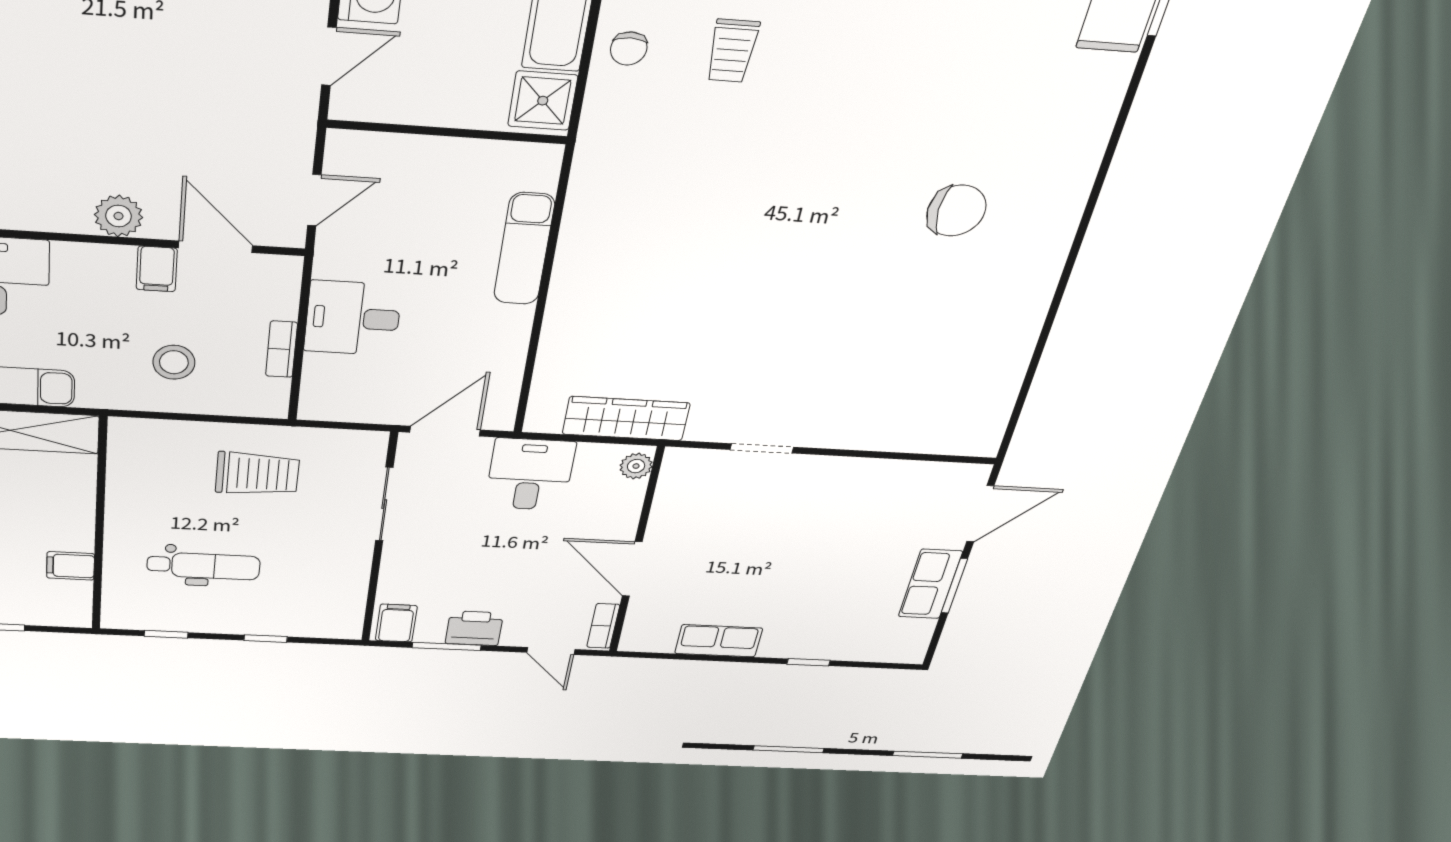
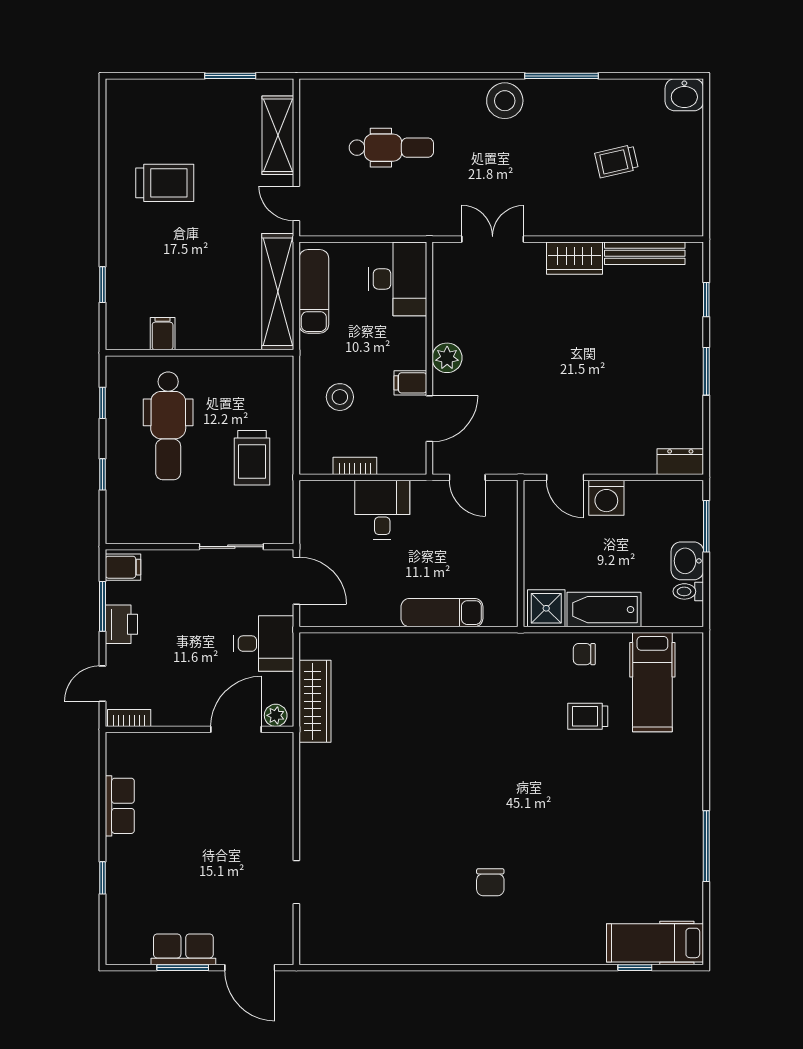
chair: (956, 211) -> (490, 882), width x0.73, depth x0.73
doorway: (762, 448) -> (296, 882), moved
dental chair: (203, 566) -> (168, 426), width x1.36, depth x1.38
door: (632, 569) -> (236, 729), moved

